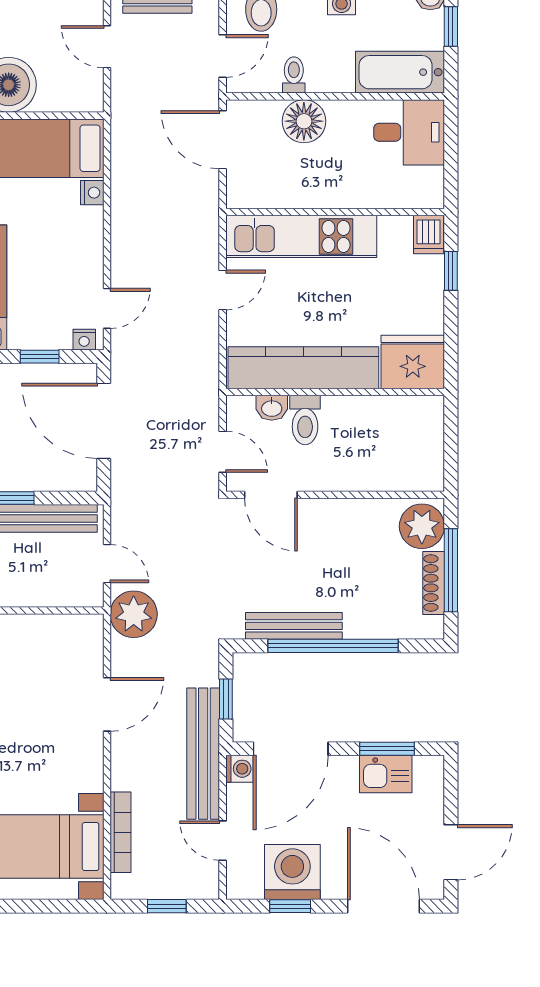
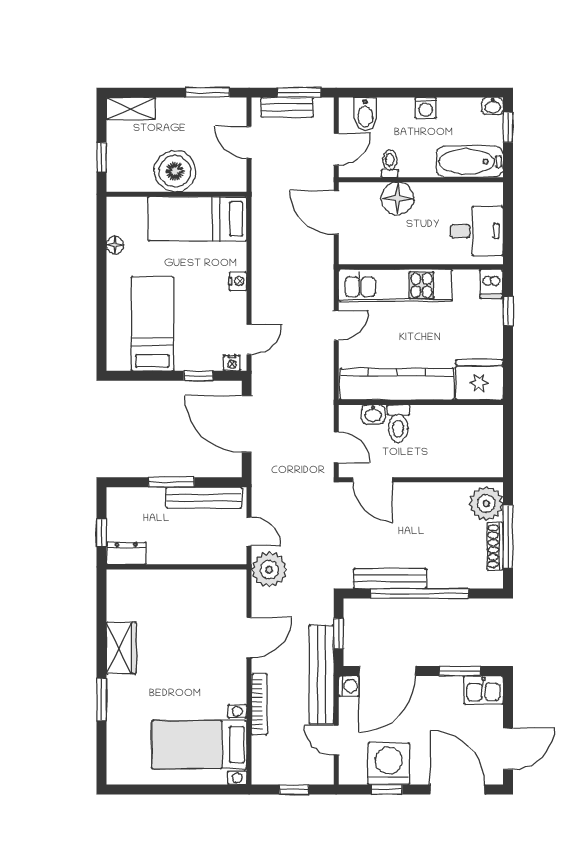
desk: (409, 132) -> (477, 231), moved
nightstand: (92, 193) -> (238, 281), moved
kitchen sink: (386, 774) -> (483, 690), moved
bookcase: (121, 832) -> (259, 704), moved

